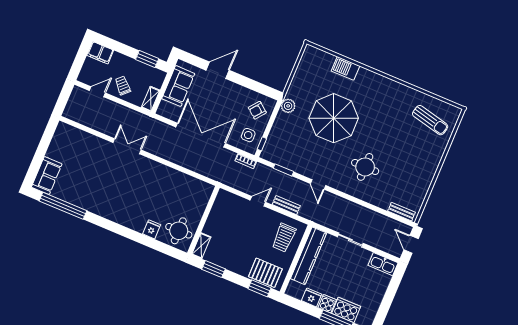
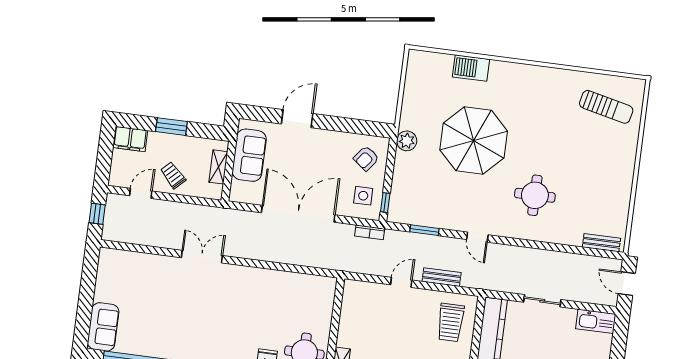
window: (147, 59) -> (171, 127), moved
window: (64, 97) -> (97, 214), added
shelving: (151, 99) -> (218, 167), moved

